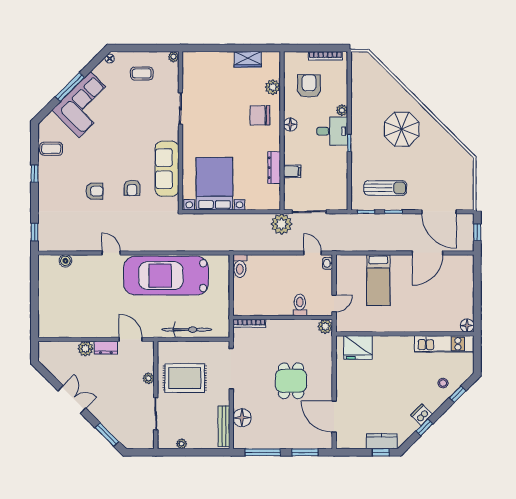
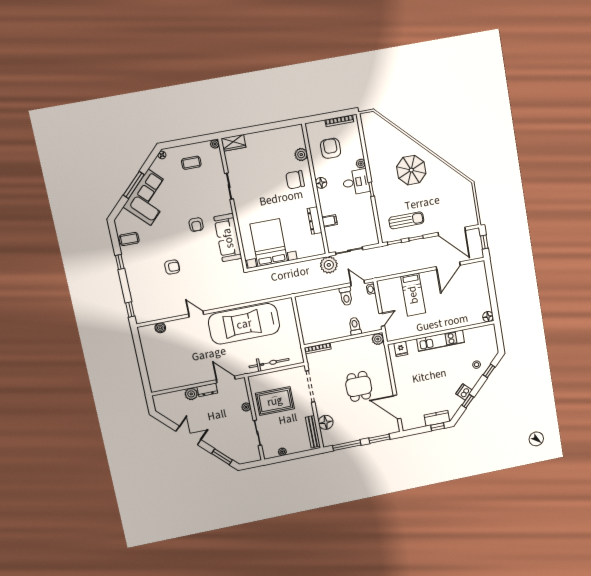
wardrobe: (248, 59) -> (233, 143), moved
armchair: (132, 188) -> (196, 225), moved
toilet: (240, 266) -> (346, 296), moved
kitchen unit: (444, 344) -> (441, 341), moved
fridge: (358, 347) -> (401, 349), width x0.53, depth x0.75

